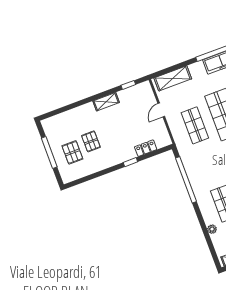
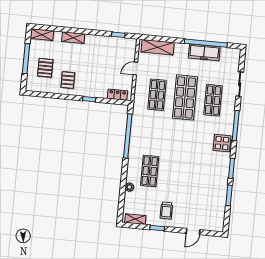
shelving: (106, 102) -> (73, 38), moved
shelving: (53, 121) -> (42, 35), added
pallet: (91, 141) -> (68, 80), moved
locker: (146, 148) -> (117, 95), moved

